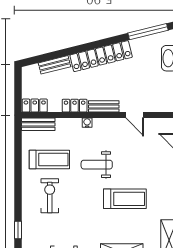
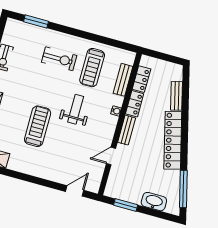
locker: (35, 106) -> (141, 79), moved
bench: (38, 124) -> (123, 80), moved
treadmill: (125, 199) -> (38, 126), turned 180
window: (18, 230) -> (36, 22), width x1.50

